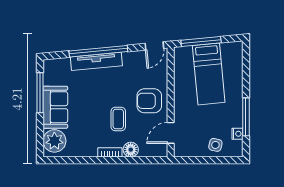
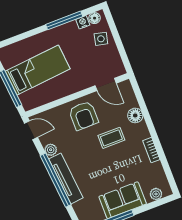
plant: (129, 57) -> (51, 150), added
plant: (54, 141) -> (156, 194), width x0.53, depth x0.53
floor lamp: (237, 146) -> (95, 18), added
bookcase: (110, 152) -> (151, 150), moved

